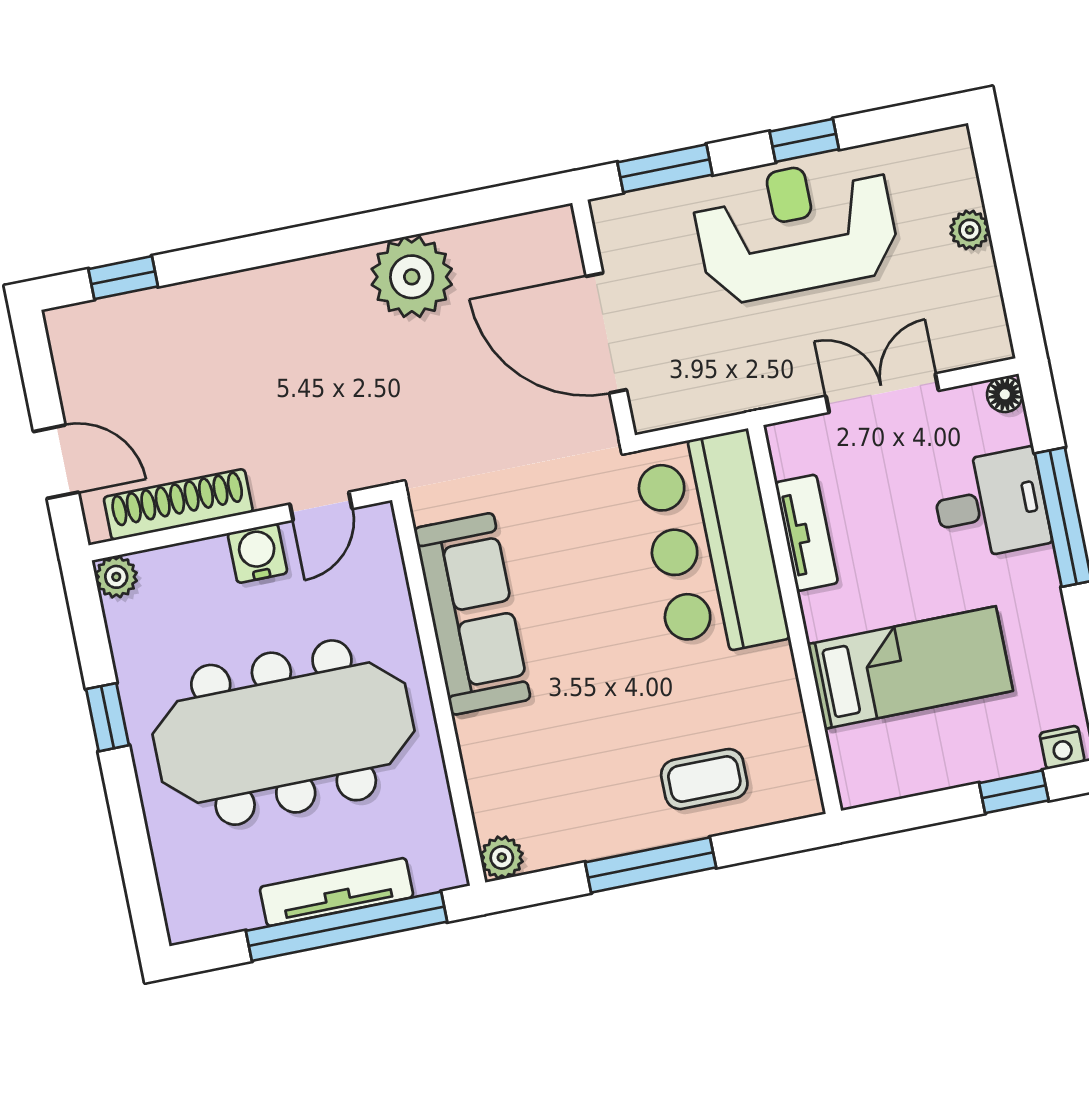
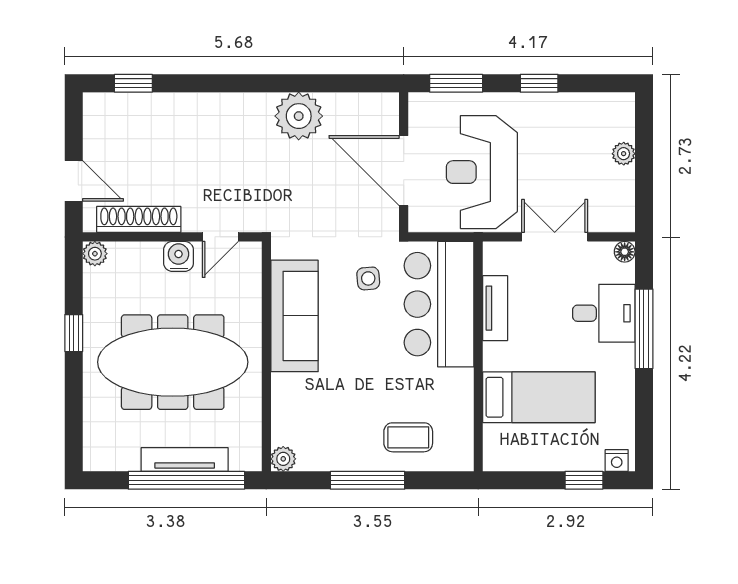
reception desk: (796, 229) -> (482, 172), moved, turned -90
side table: (583, 526) -> (368, 278), added

